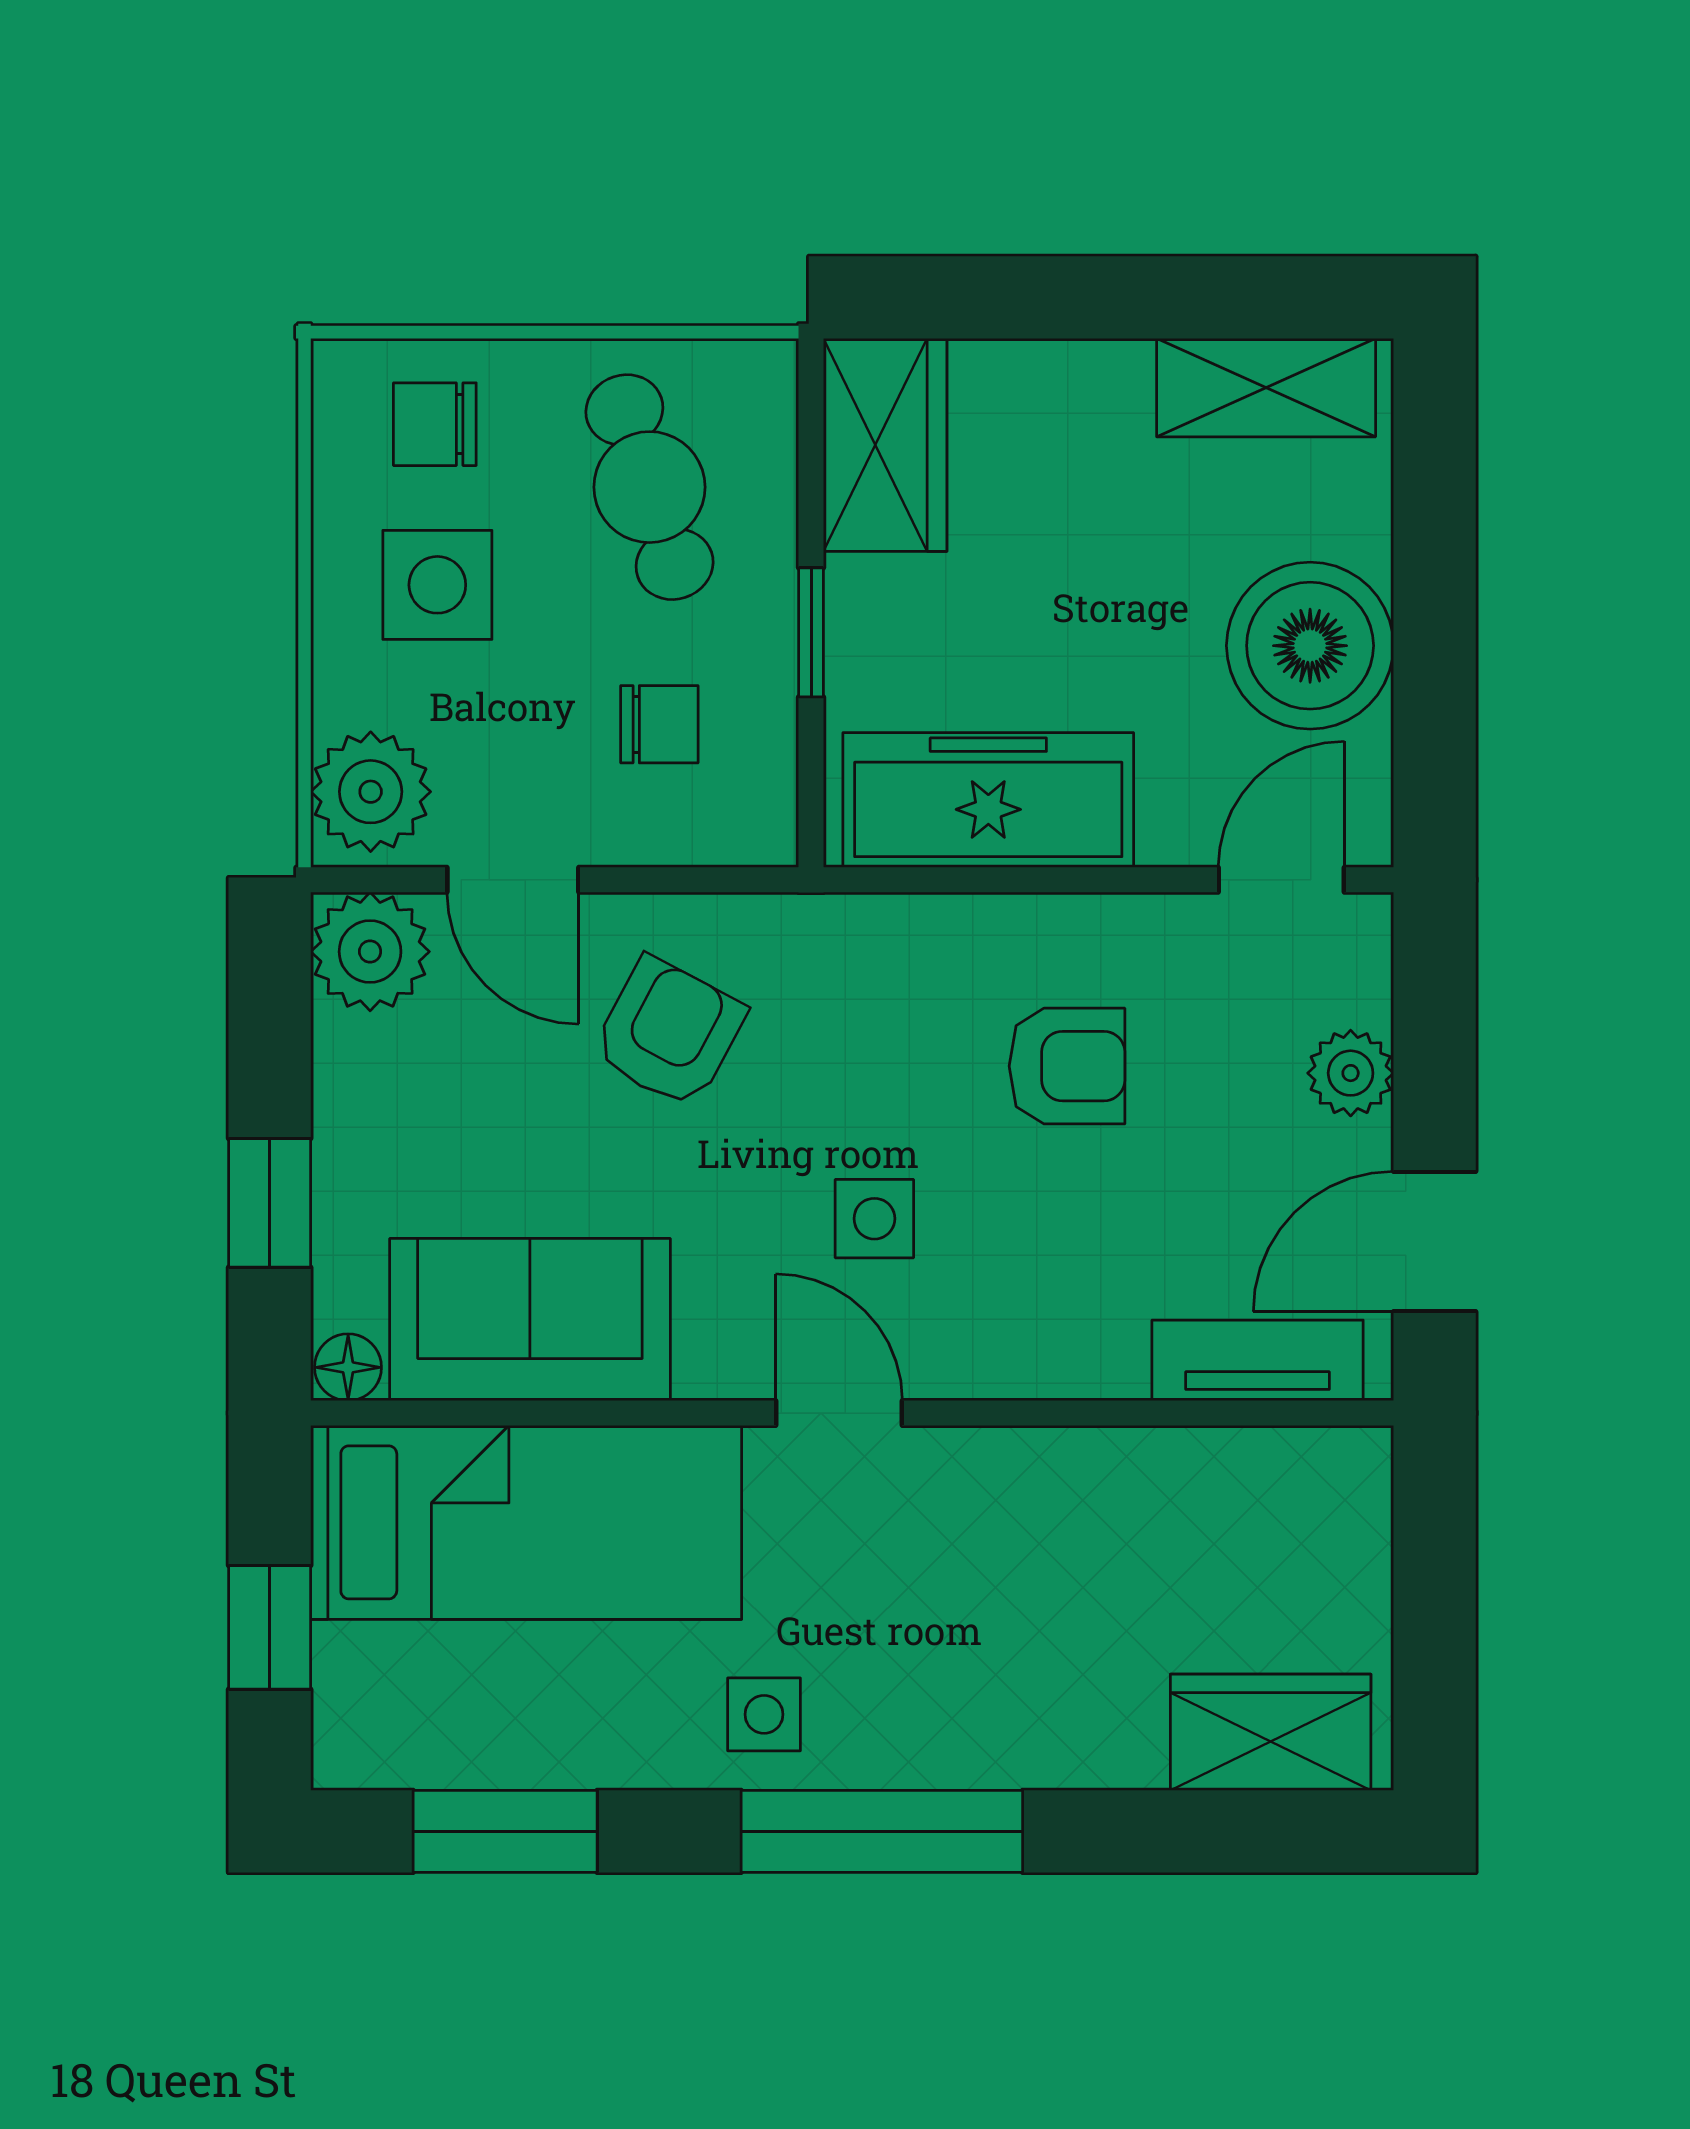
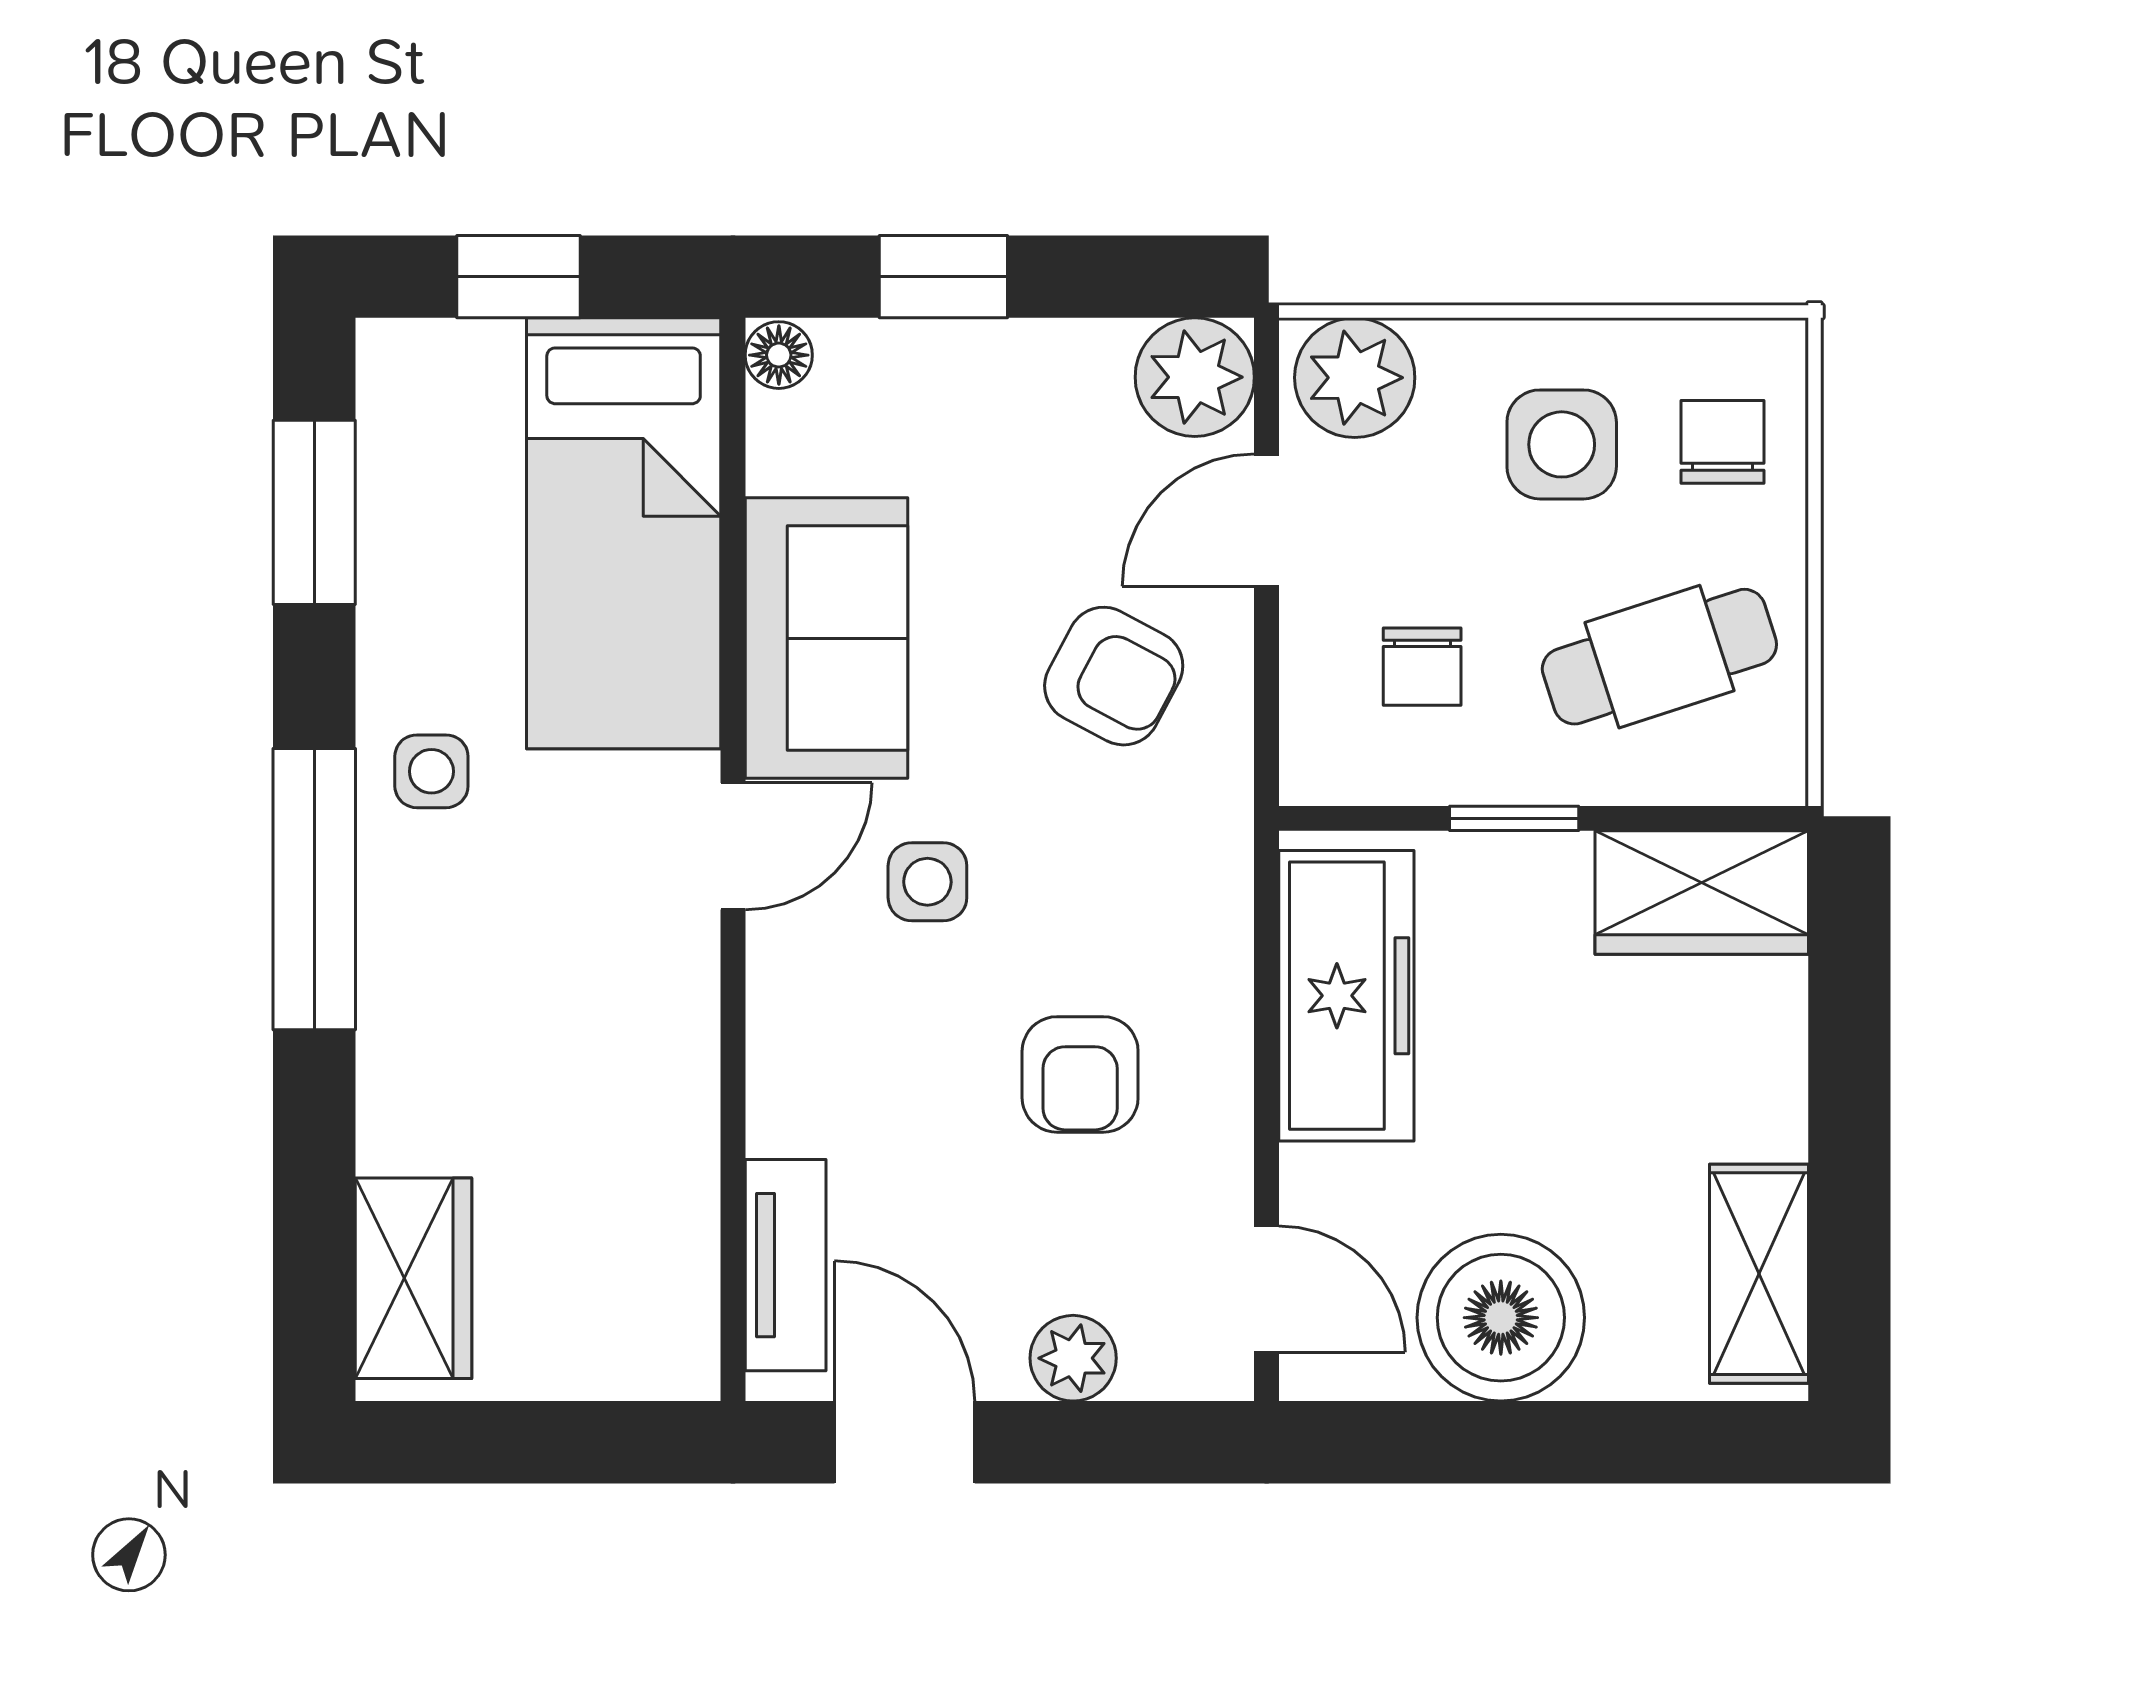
sofa: (530, 1320) -> (826, 638), moved

